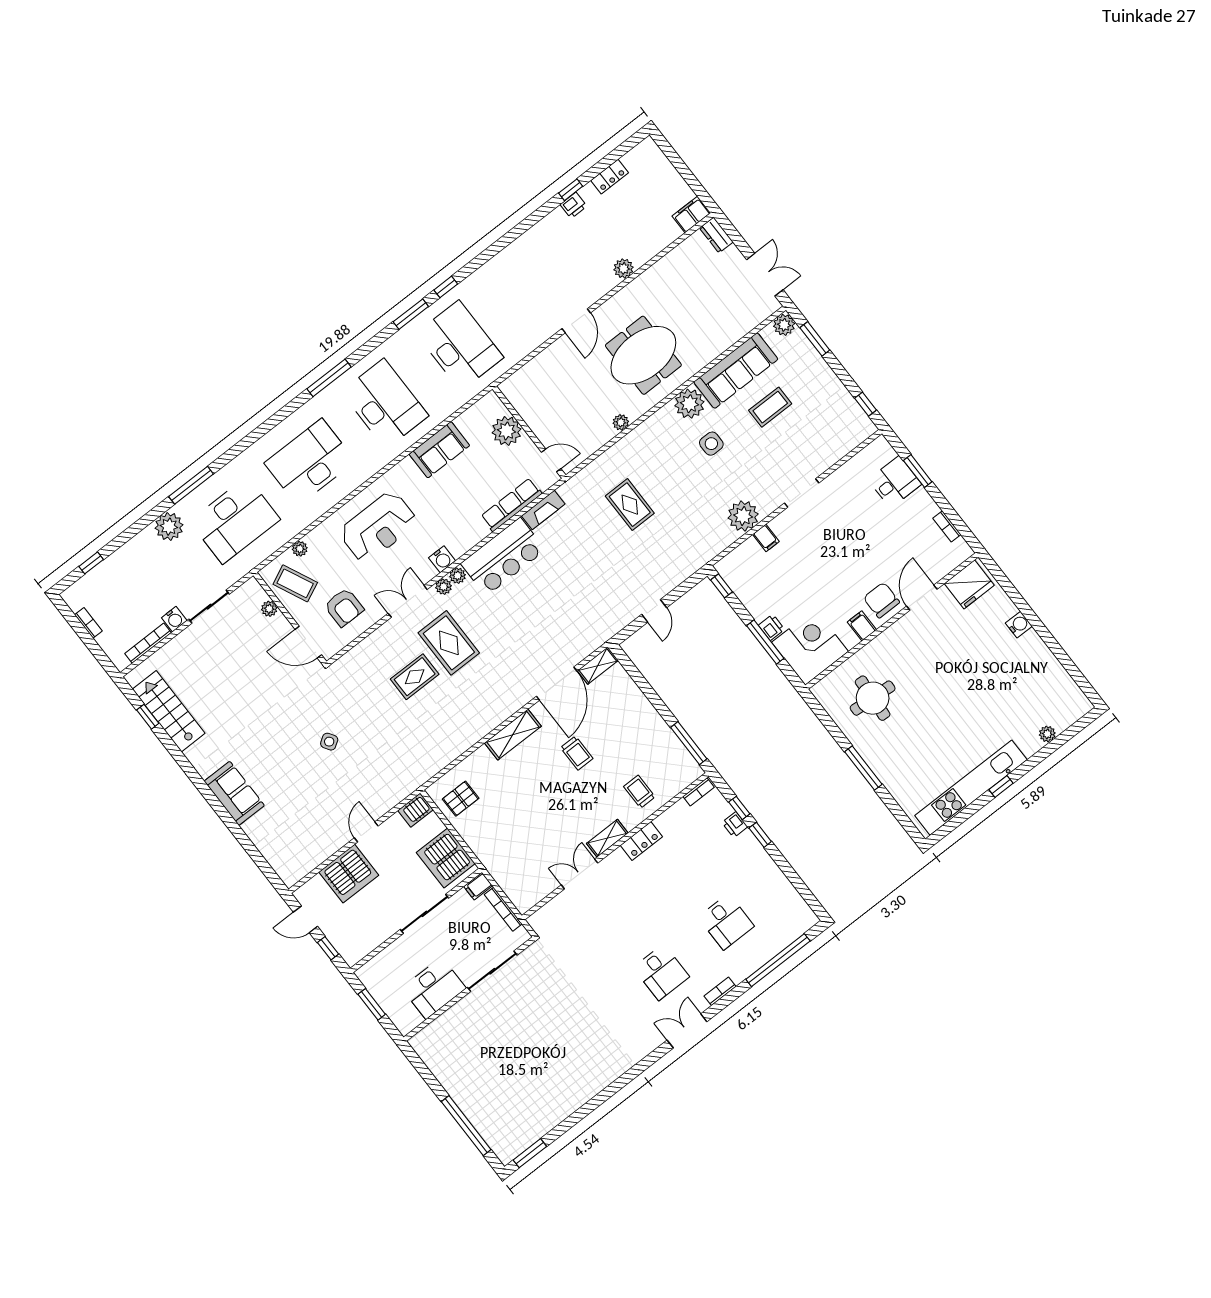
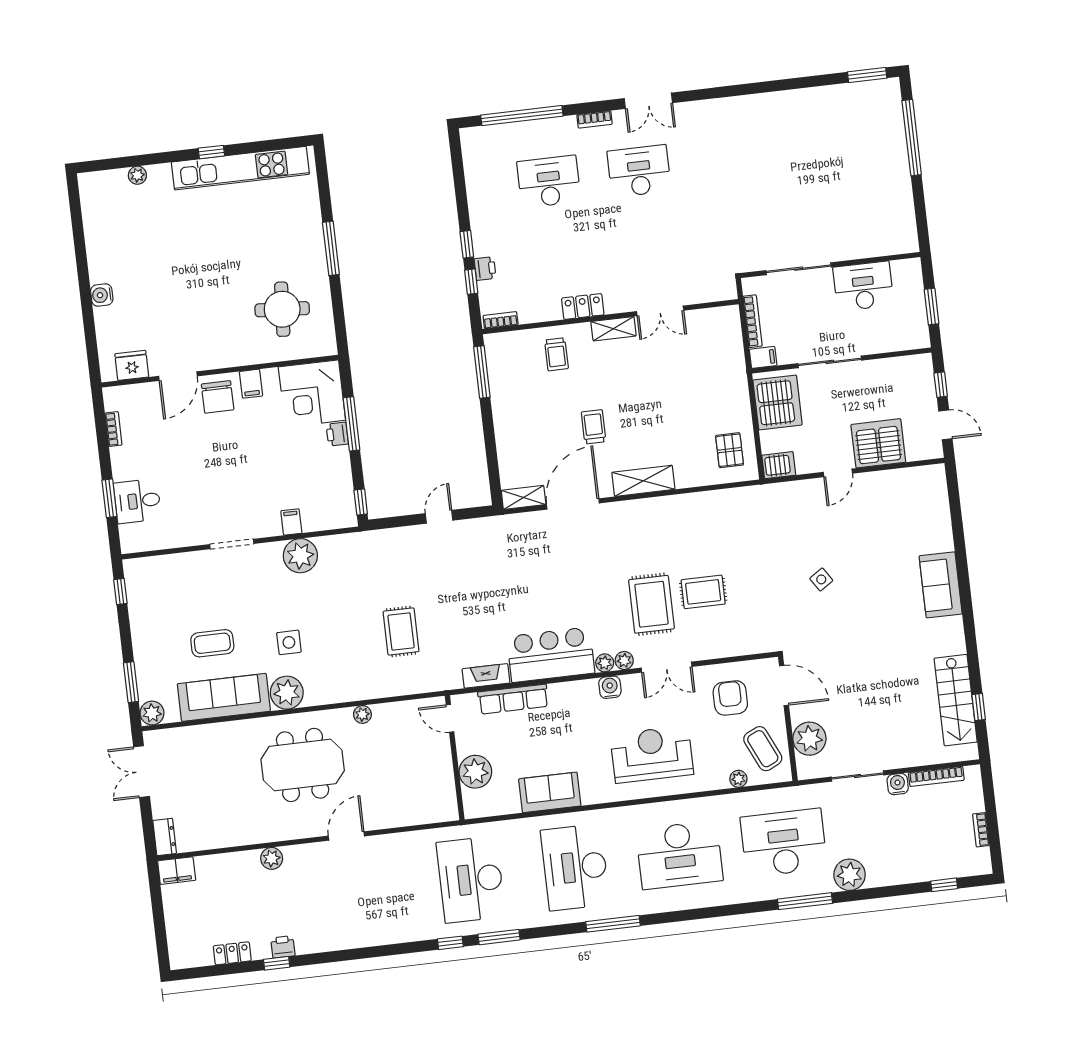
fridge: (969, 584) -> (132, 365), width x0.73, depth x0.75
plant: (269, 609) -> (809, 739), width x1.88, depth x1.88
pallet: (461, 799) -> (730, 450), turned 90
desk: (726, 922) -> (549, 182), width x1.37
desk: (661, 972) -> (639, 171), width x1.37

